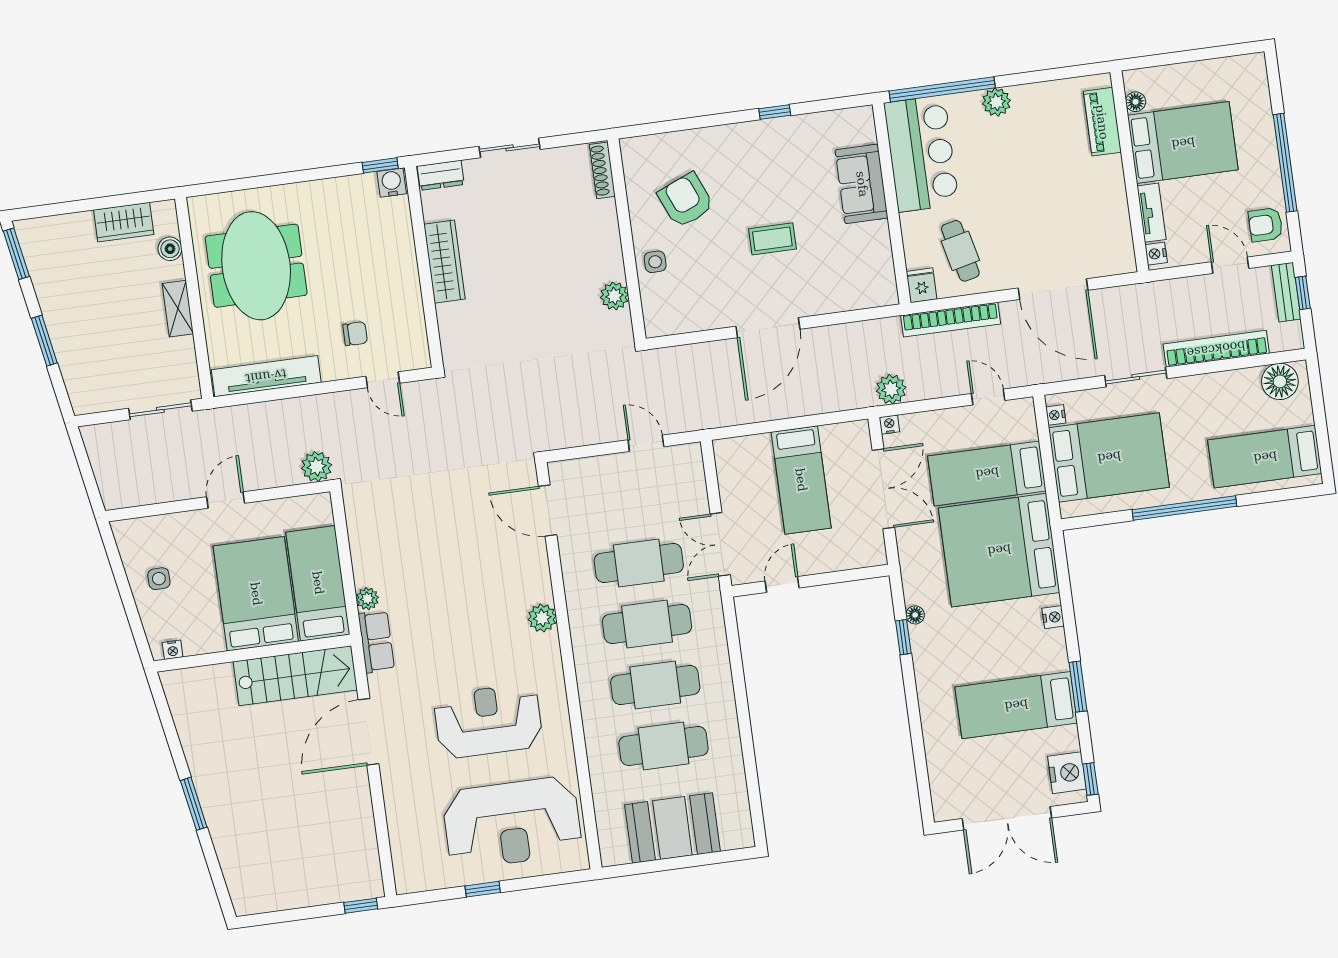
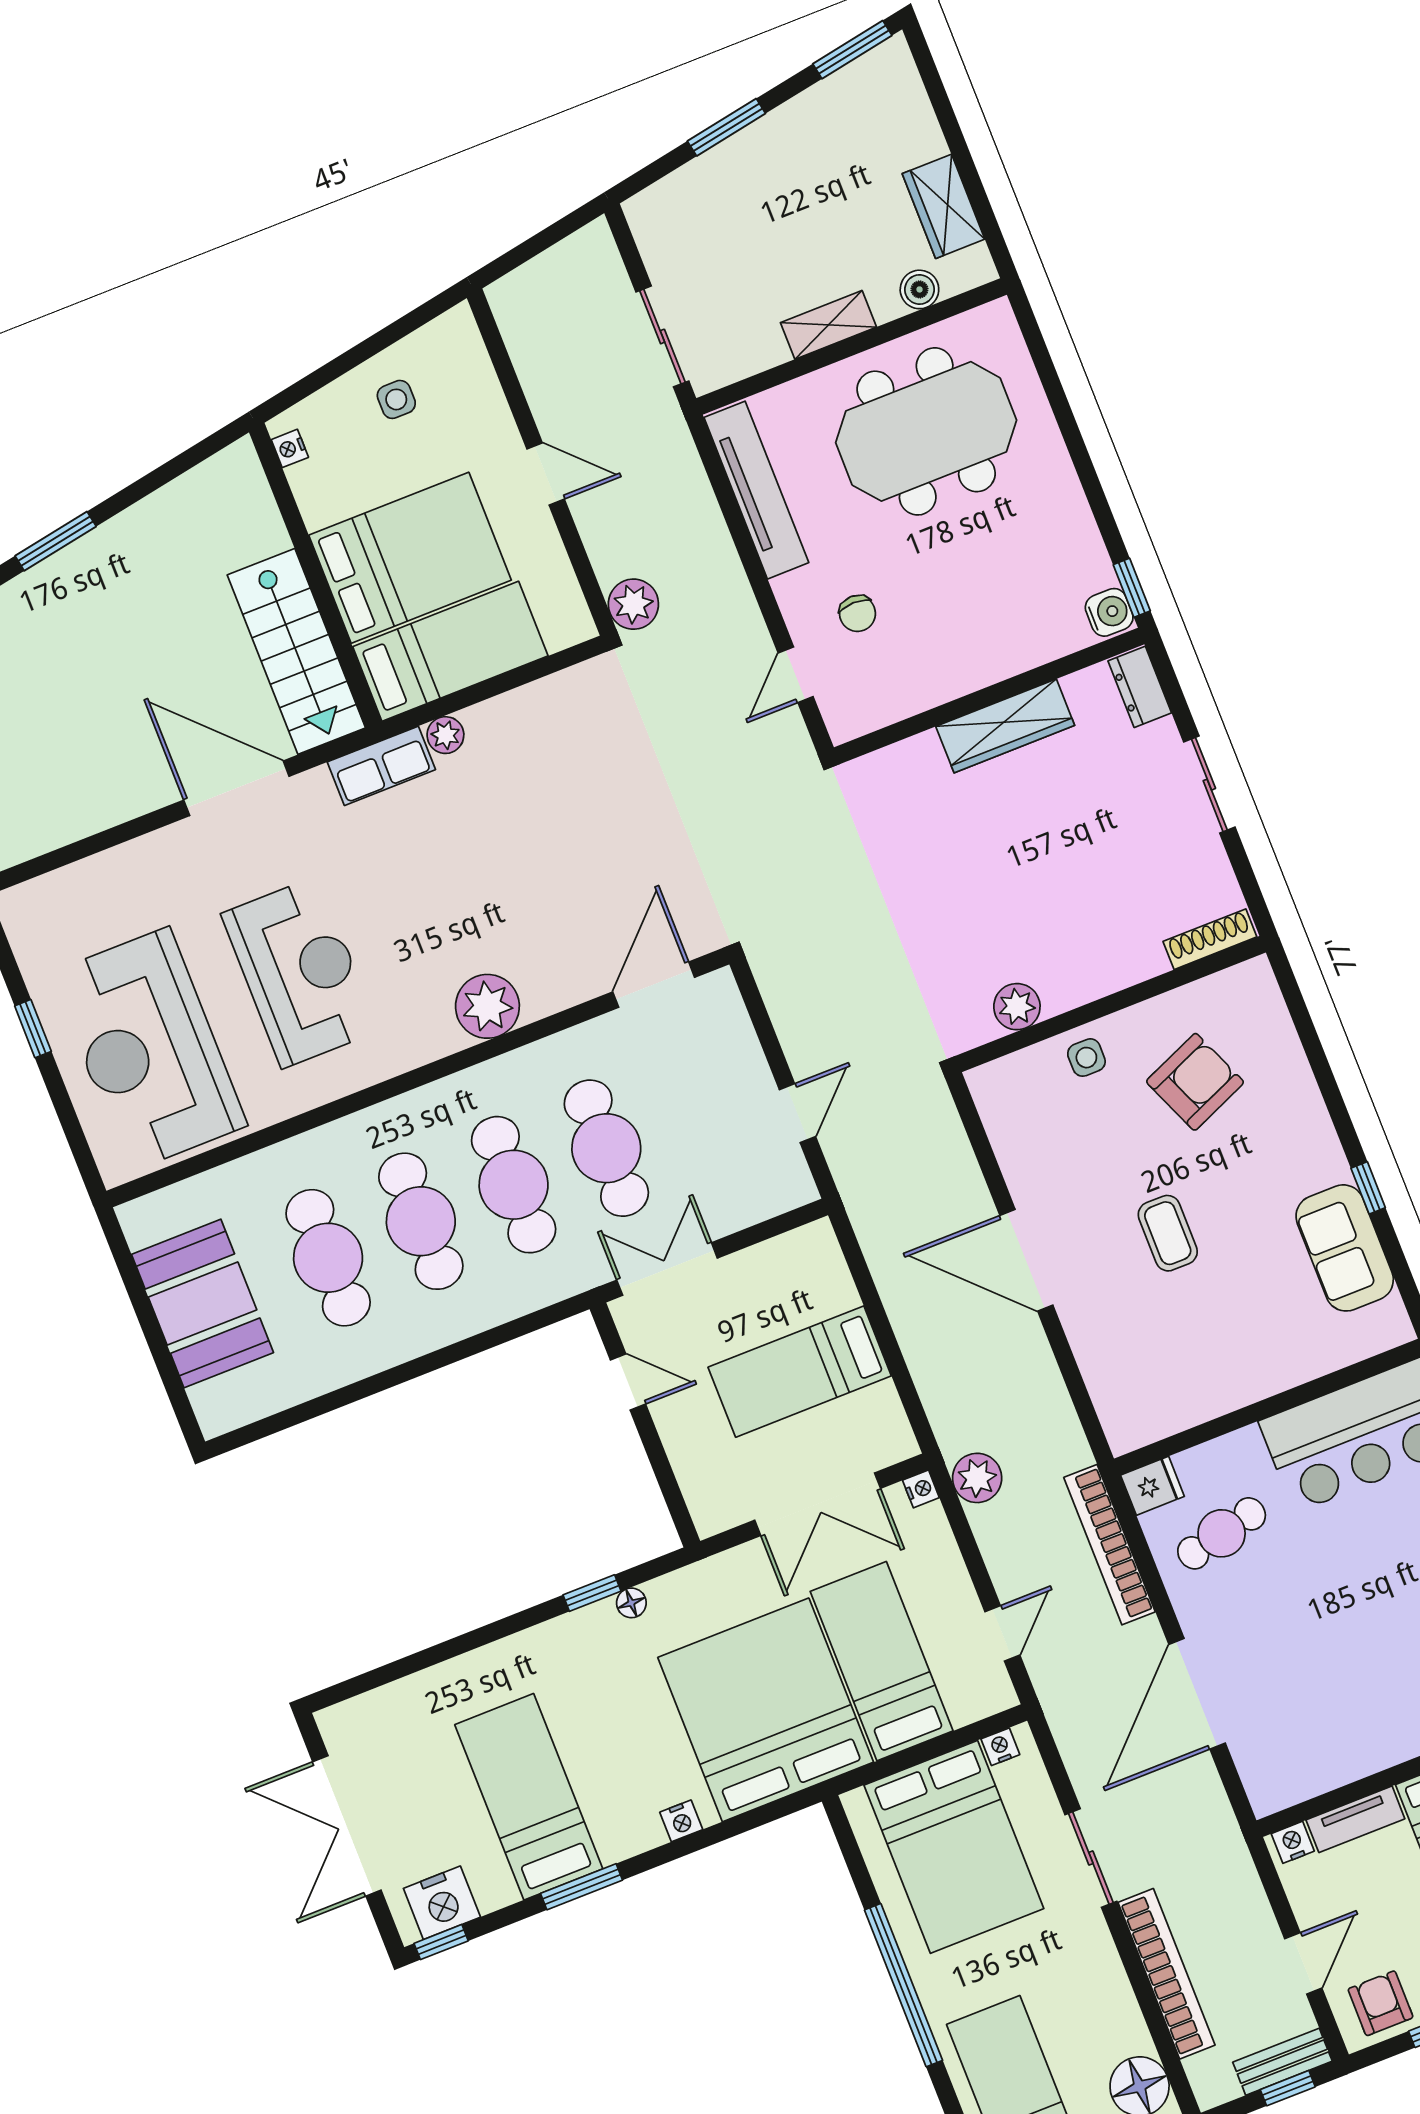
sofa: (862, 184) -> (1345, 1248), moved, turned -90
plant: (542, 618) -> (487, 1006), width x1.36, depth x1.36

